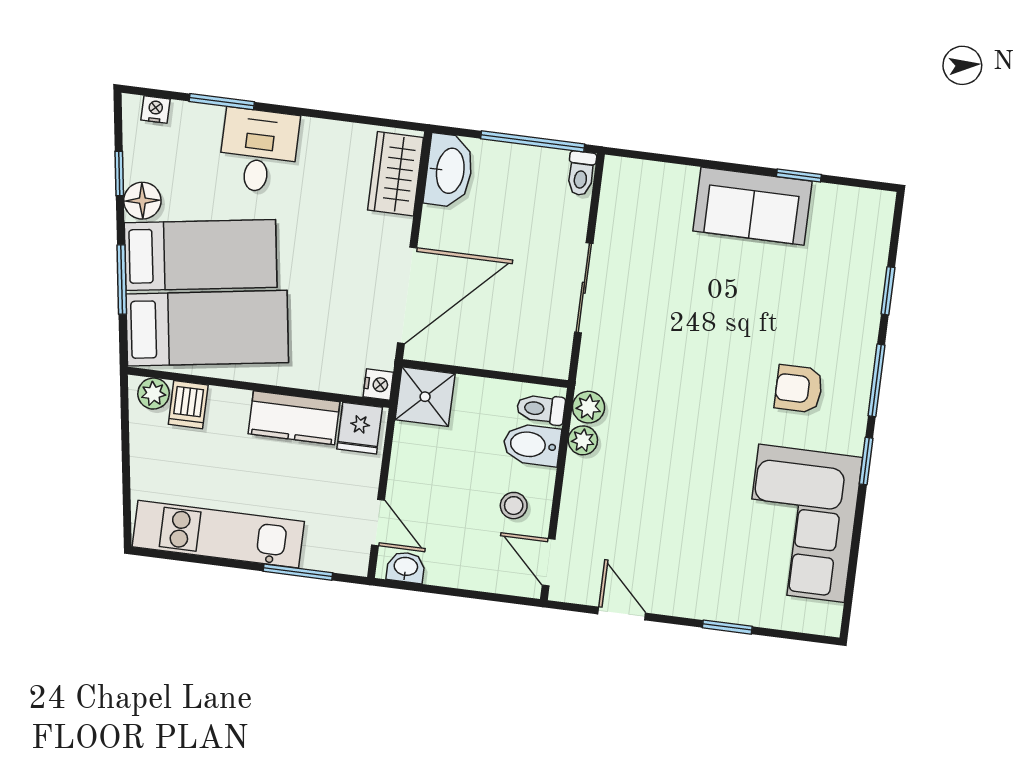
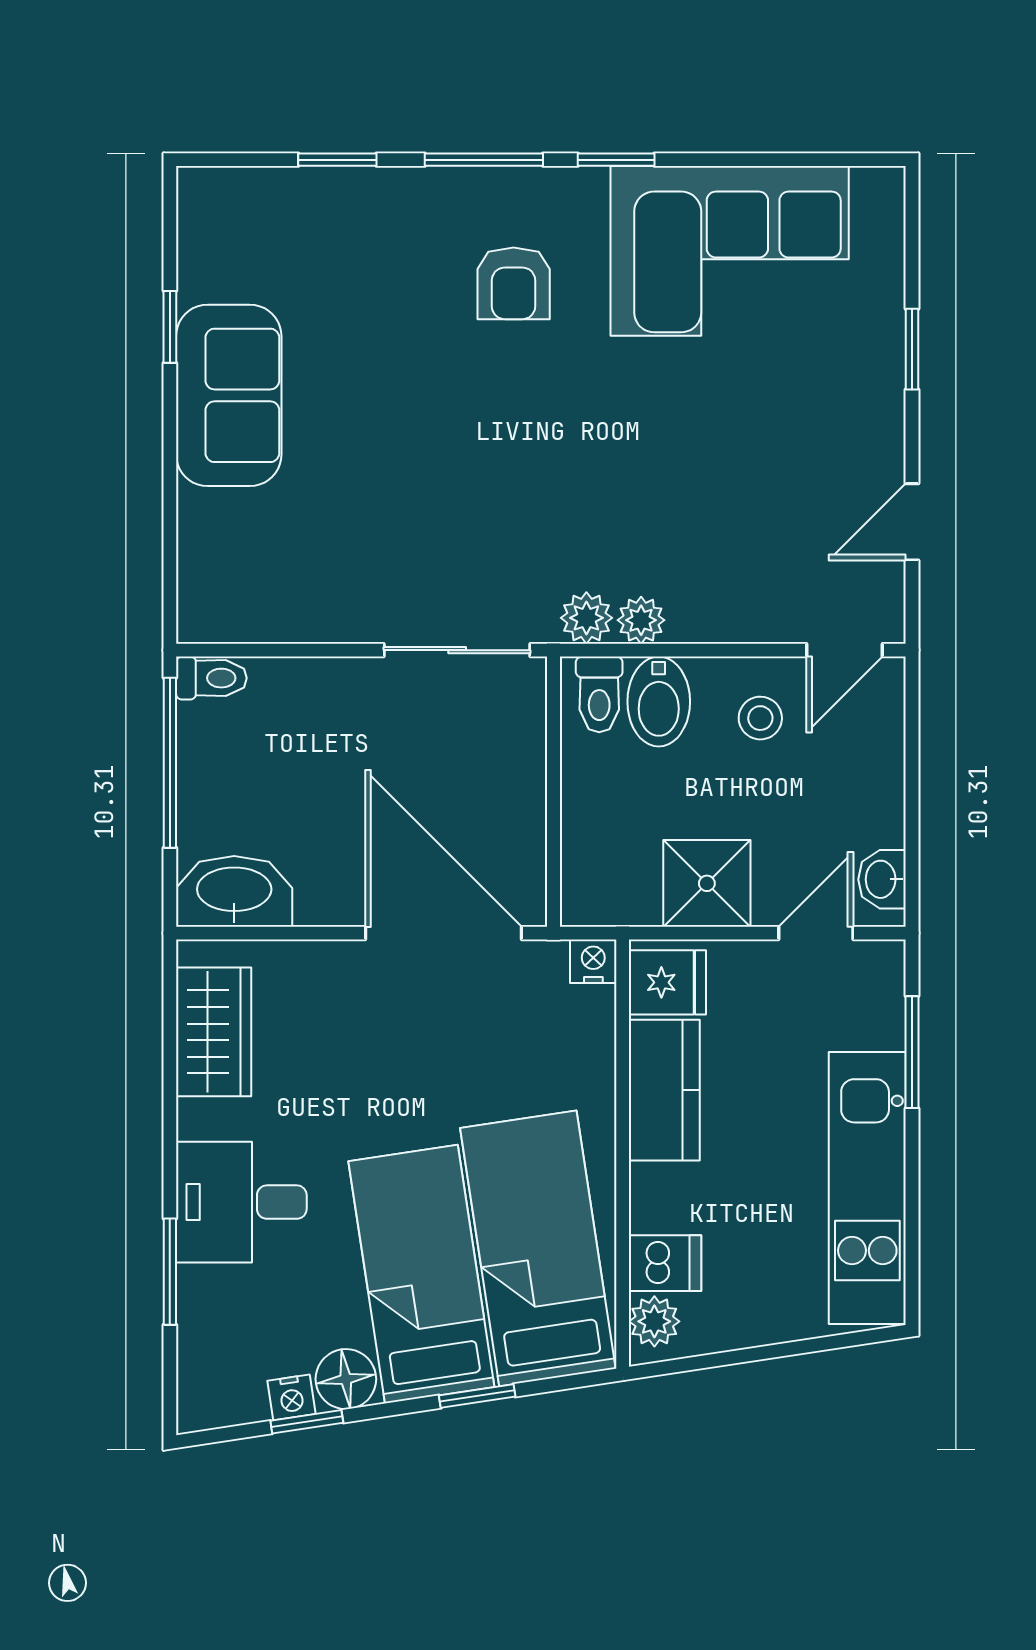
nightstand: (155, 109) -> (292, 1397), moved, turned -99
wardrobe: (396, 174) -> (214, 1032), moved, turned -90
window: (122, 279) -> (477, 1396), width x0.67
sliding door: (584, 288) -> (457, 650), moved
shower: (425, 397) -> (707, 883), moved

